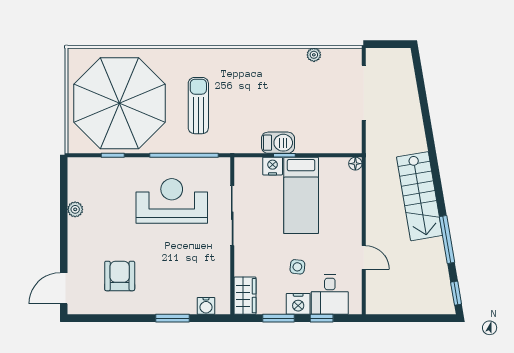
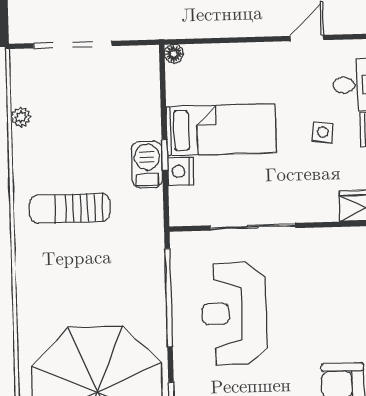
sun lounger: (198, 106) -> (70, 208), moved

